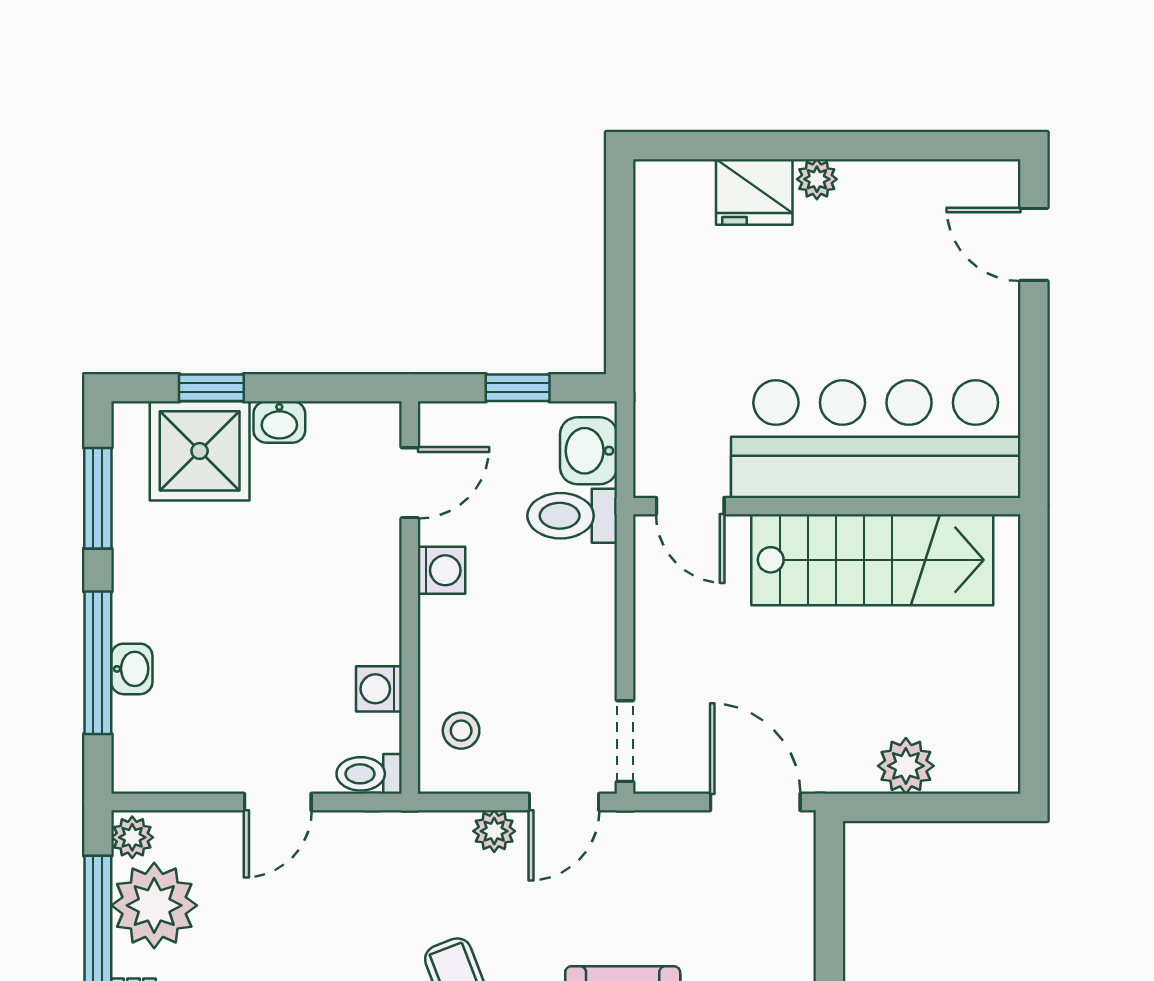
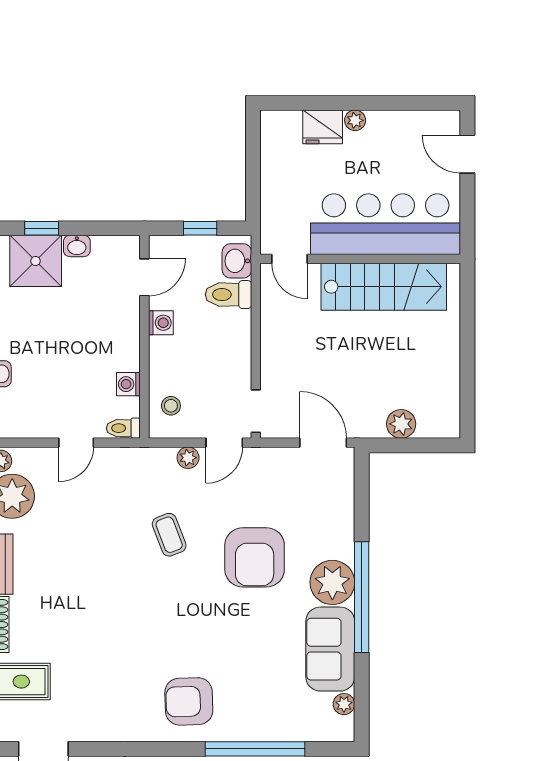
bar counter: (876, 439) -> (386, 224), moved
door: (690, 506) -> (289, 259), moved
wall: (827, 506) -> (360, 259), moved
stairs: (872, 560) -> (384, 287), moved

